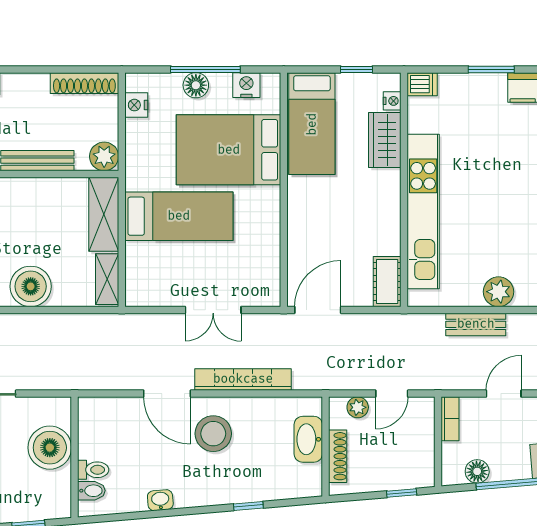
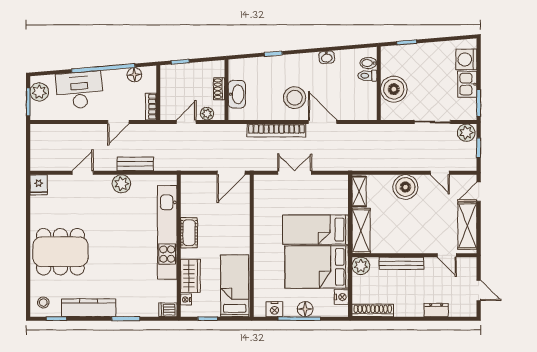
bed: (229, 150) -> (317, 267), moved, turned 180
cot: (387, 282) -> (189, 233), moved
shoe rack: (338, 456) -> (219, 89), width x0.70

